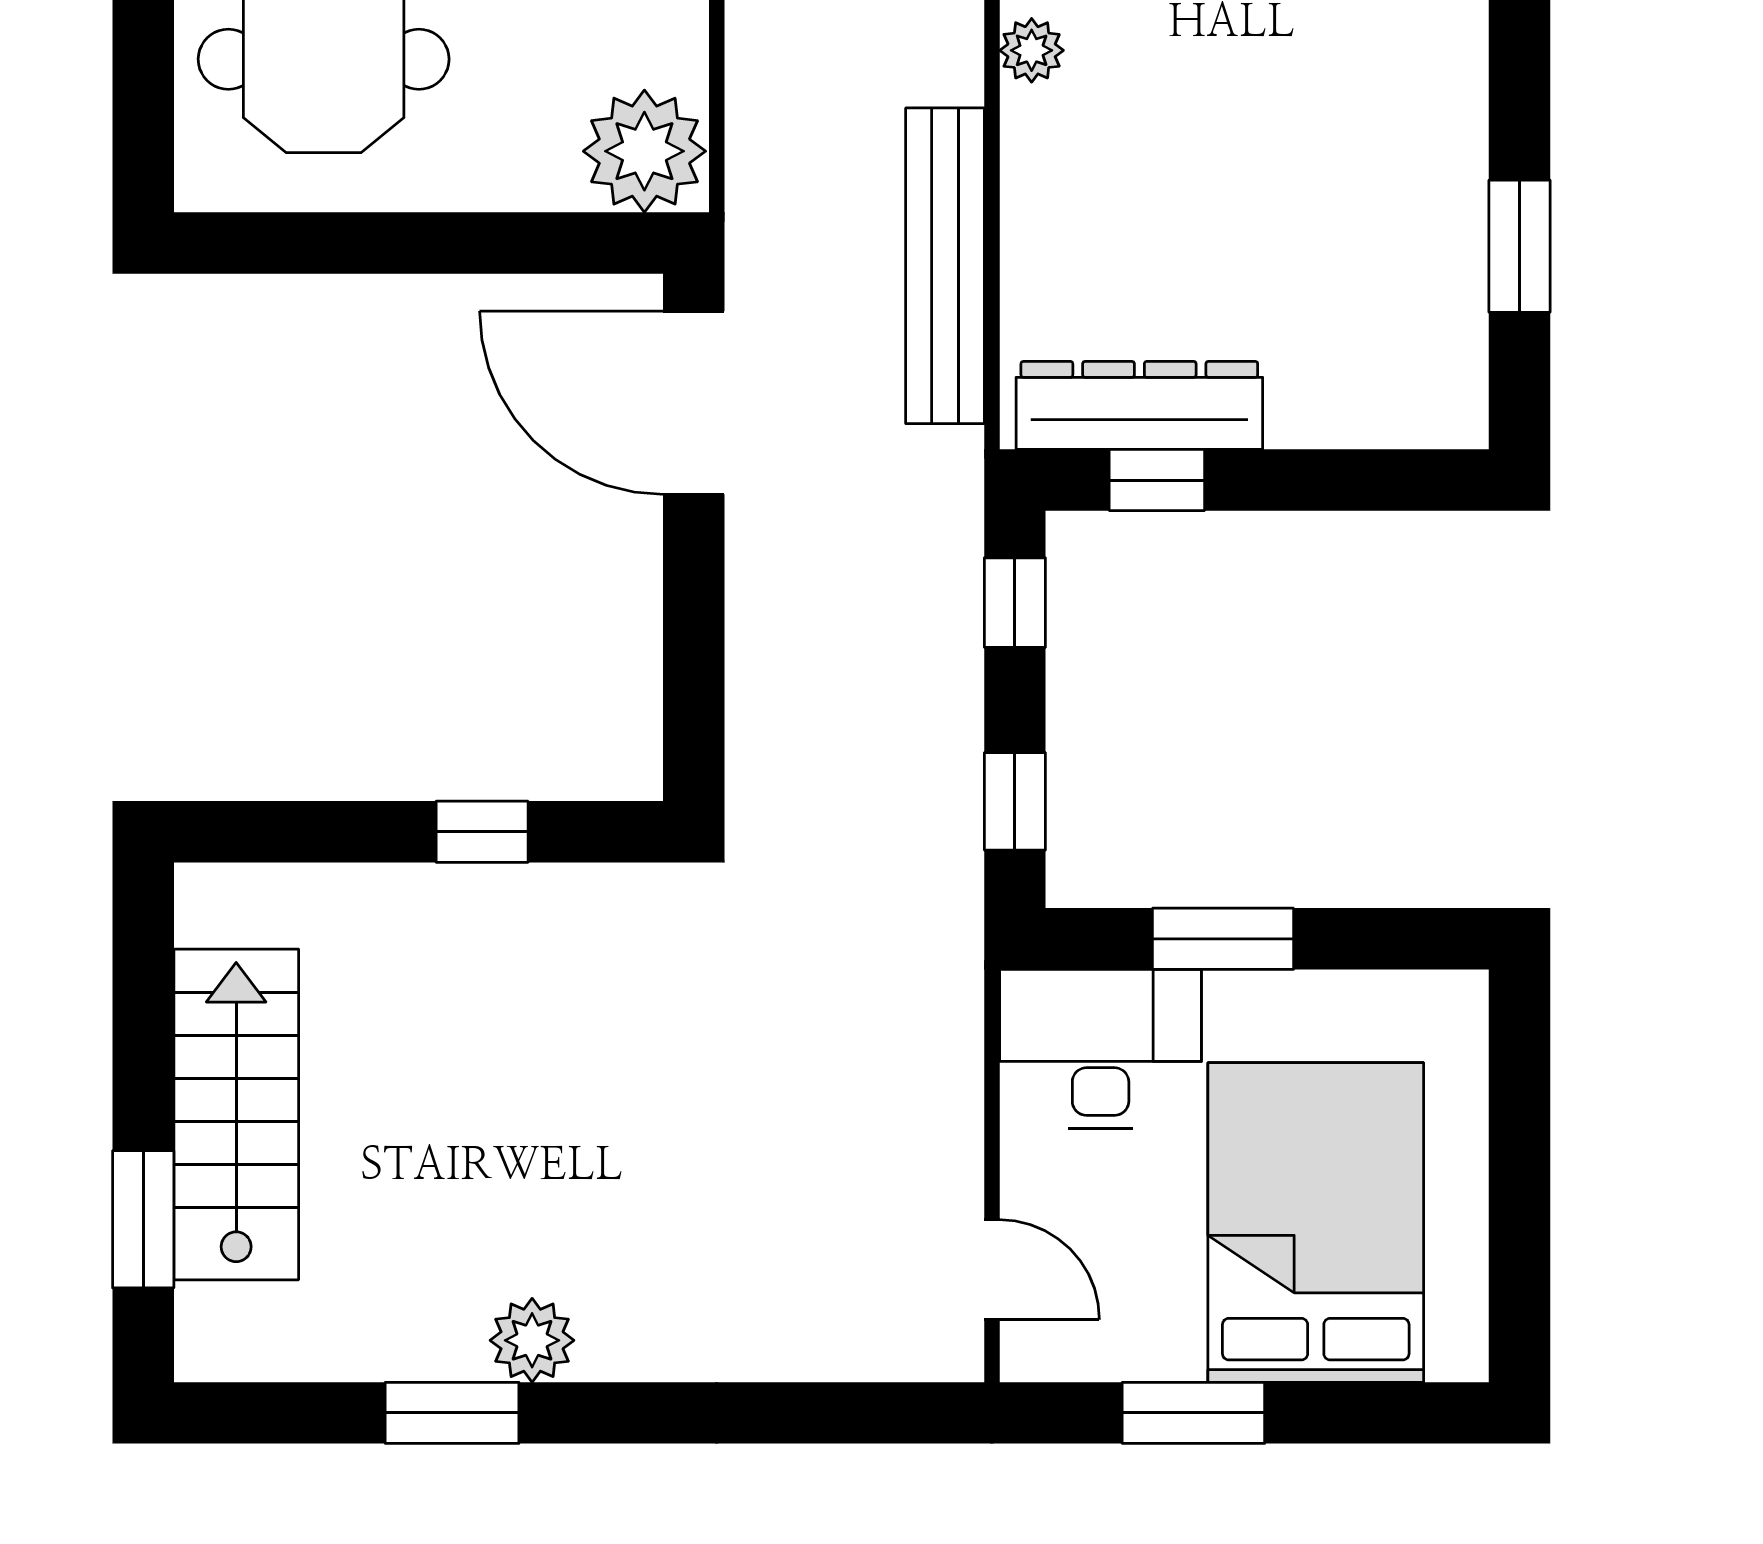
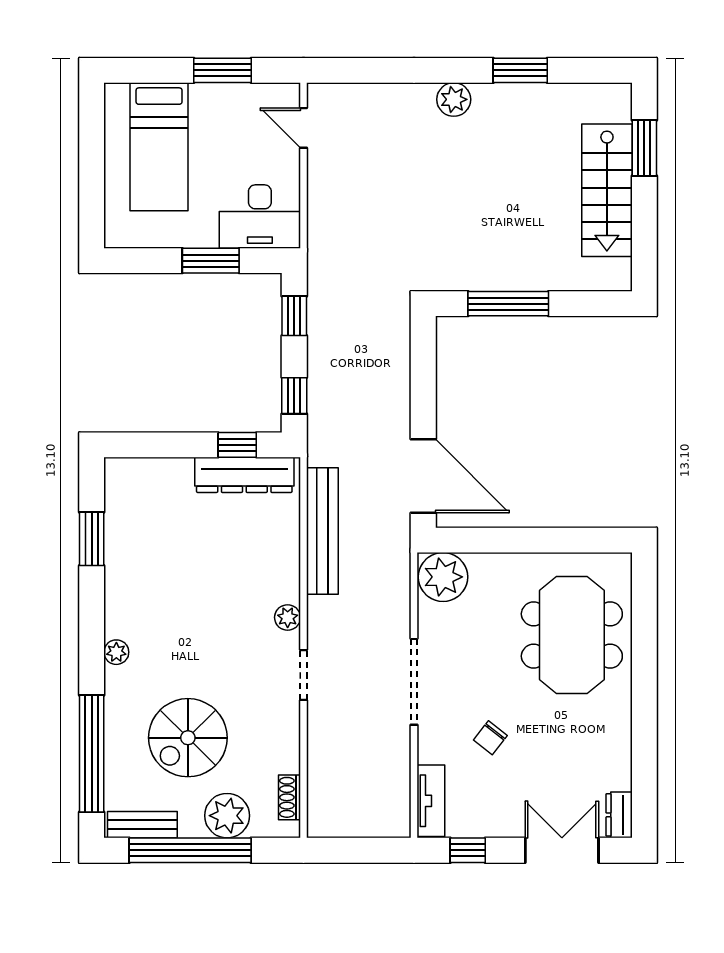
window: (482, 832) -> (508, 304), width x2.17
bed: (1316, 1223) -> (159, 147), width x0.67
plant: (532, 1340) -> (454, 99), moved

